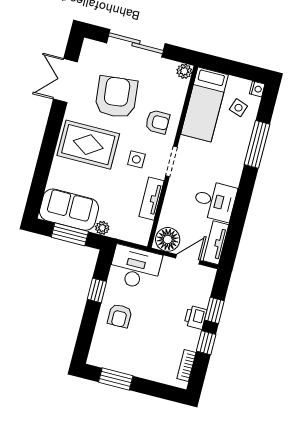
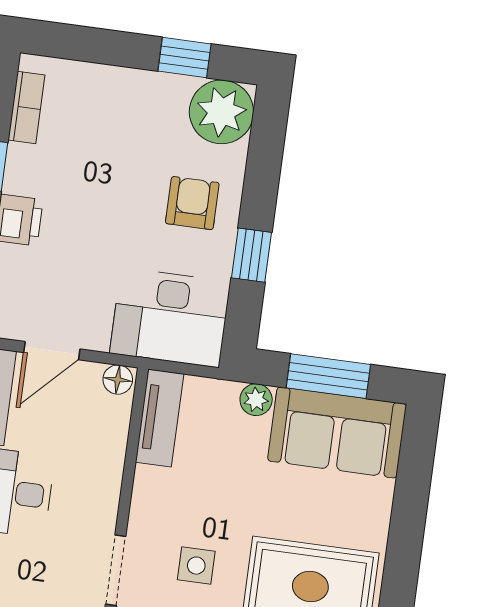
tv unit: (151, 199) -> (160, 418), moved
floor lamp: (168, 239) -> (118, 380), width x0.53, depth x0.53
plant: (103, 354) -> (221, 112), added
window: (116, 379) -> (184, 58), width x0.67

